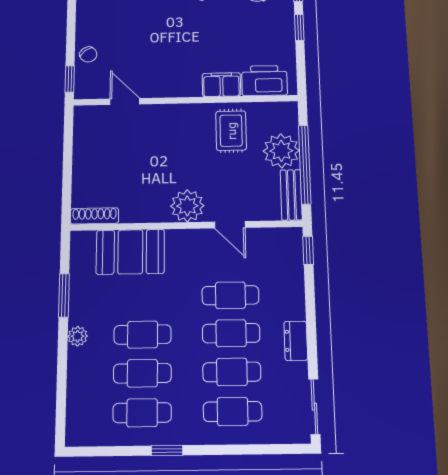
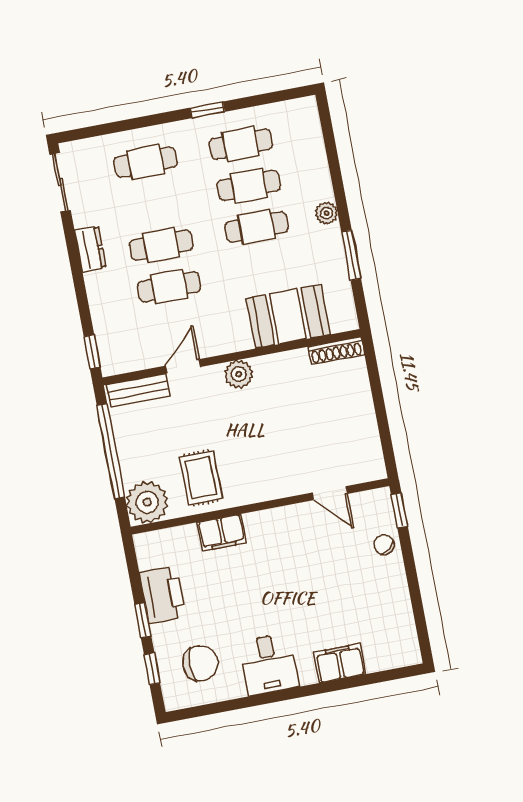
printer: (264, 81) -> (163, 595), moved, turned -90
plant: (281, 151) -> (147, 502), moved
bench: (291, 195) -> (138, 390), moved, turned 90
plant: (187, 206) -> (239, 374), width x0.73, depth x0.73
door: (230, 225) -> (183, 366), hinge flipped
cafe table: (232, 372) -> (153, 204), removed

